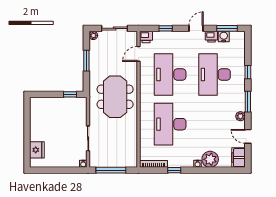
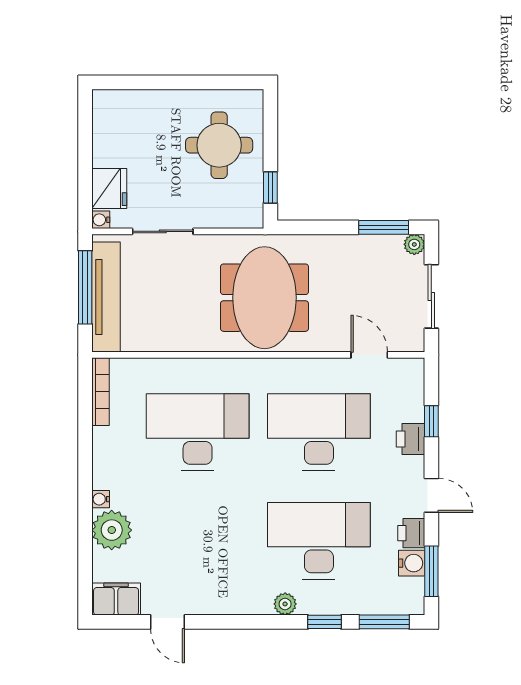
printer: (146, 37) -> (411, 439), moved
window: (86, 61) -> (384, 227), moved
meeting table: (115, 97) -> (264, 298), turned 90
window: (248, 102) -> (384, 622), moved
round table: (53, 115) -> (219, 145), added
plant: (240, 116) -> (285, 604), moved
door: (248, 136) -> (168, 622), swing flipped
fridge: (37, 150) -> (109, 189), moved, turned -90
tv unit: (115, 162) -> (106, 297), added
window: (174, 170) -> (85, 442), removed

